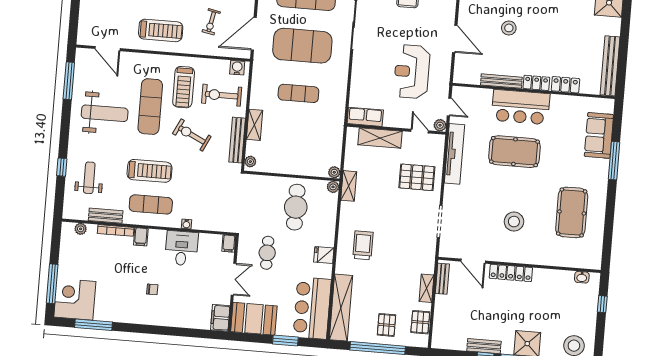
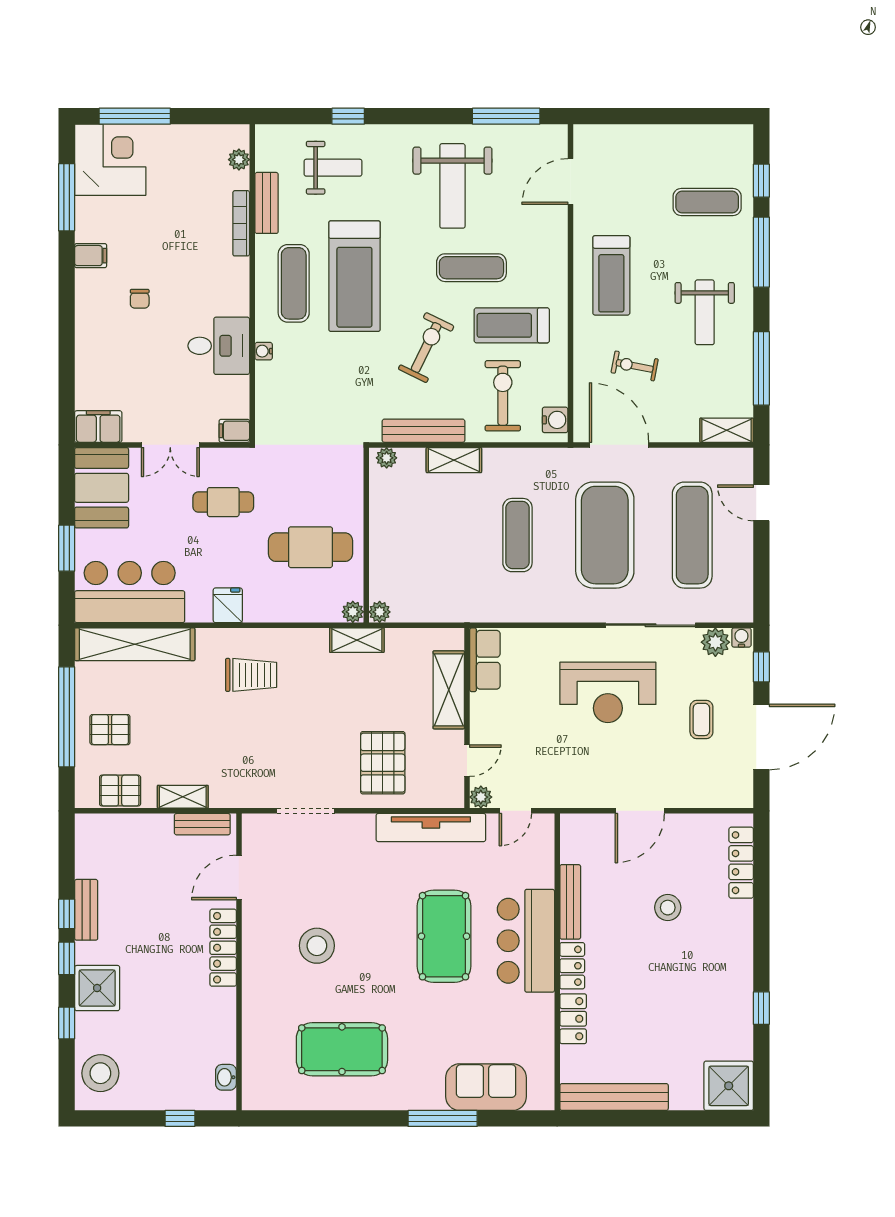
reception desk: (412, 72) -> (608, 692), moved, turned 180
exercise mat: (150, 107) -> (471, 268), width x0.73, depth x0.69
treadmill: (150, 171) -> (354, 276), width x1.37, depth x1.38
filing cabinet: (141, 237) -> (91, 256), moved, turned 180

